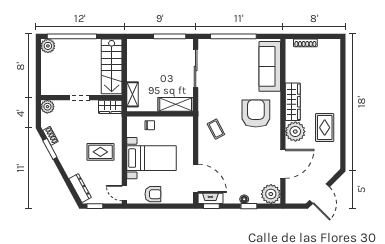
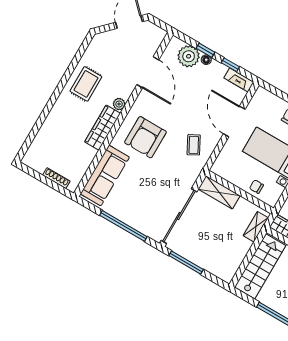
sliding door: (196, 68) -> (179, 216), width x1.36
plant: (295, 132) -> (119, 104), width x0.53, depth x0.53
door: (283, 164) -> (148, 72), swing flipped
door: (196, 178) -> (234, 122), moved
plant: (271, 194) -> (189, 56), moved
window: (211, 206) -> (230, 65), moved

